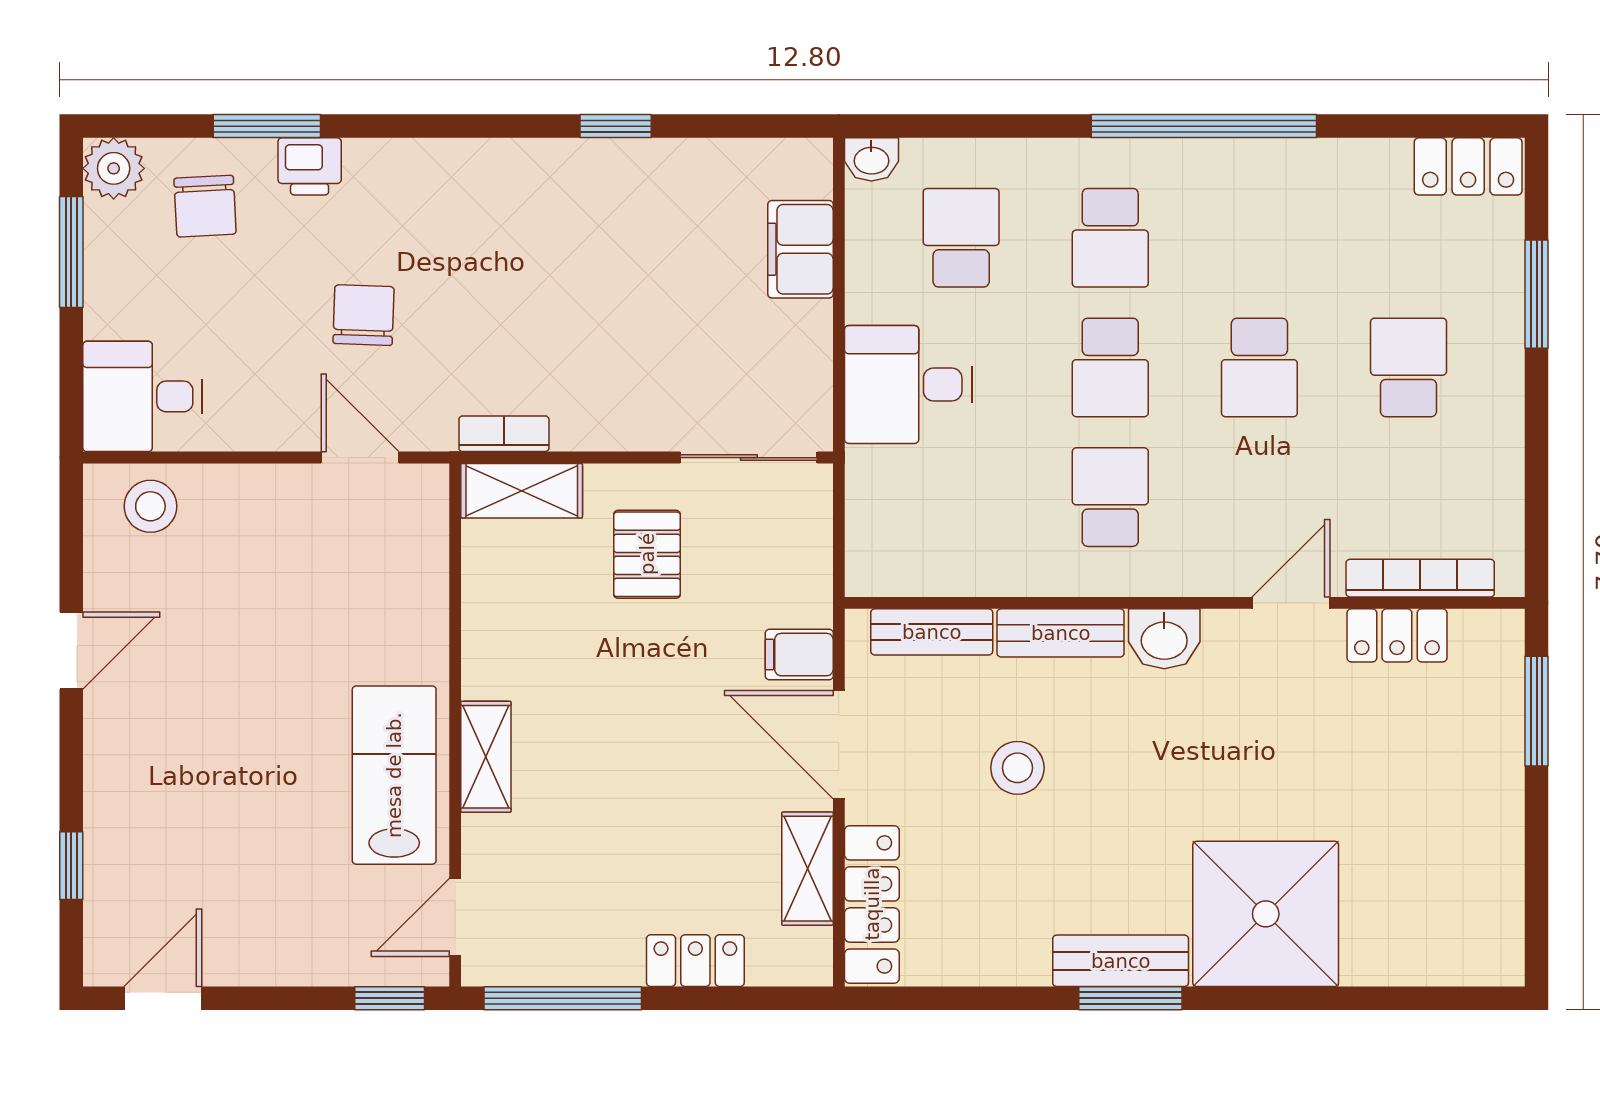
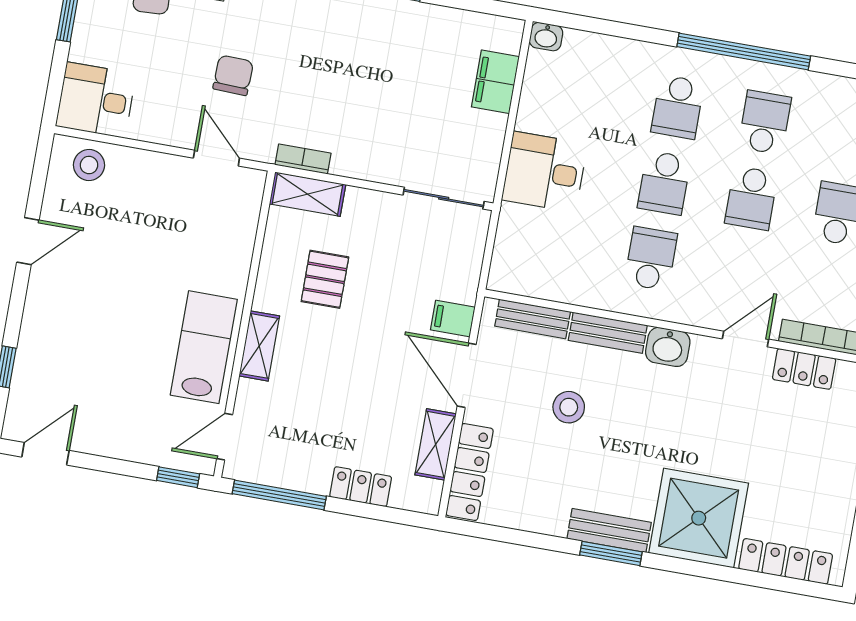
school desk: (961, 238) -> (765, 122), moved
pallet: (647, 554) -> (325, 279), moved
locker: (1423, 960) -> (786, 561), added

